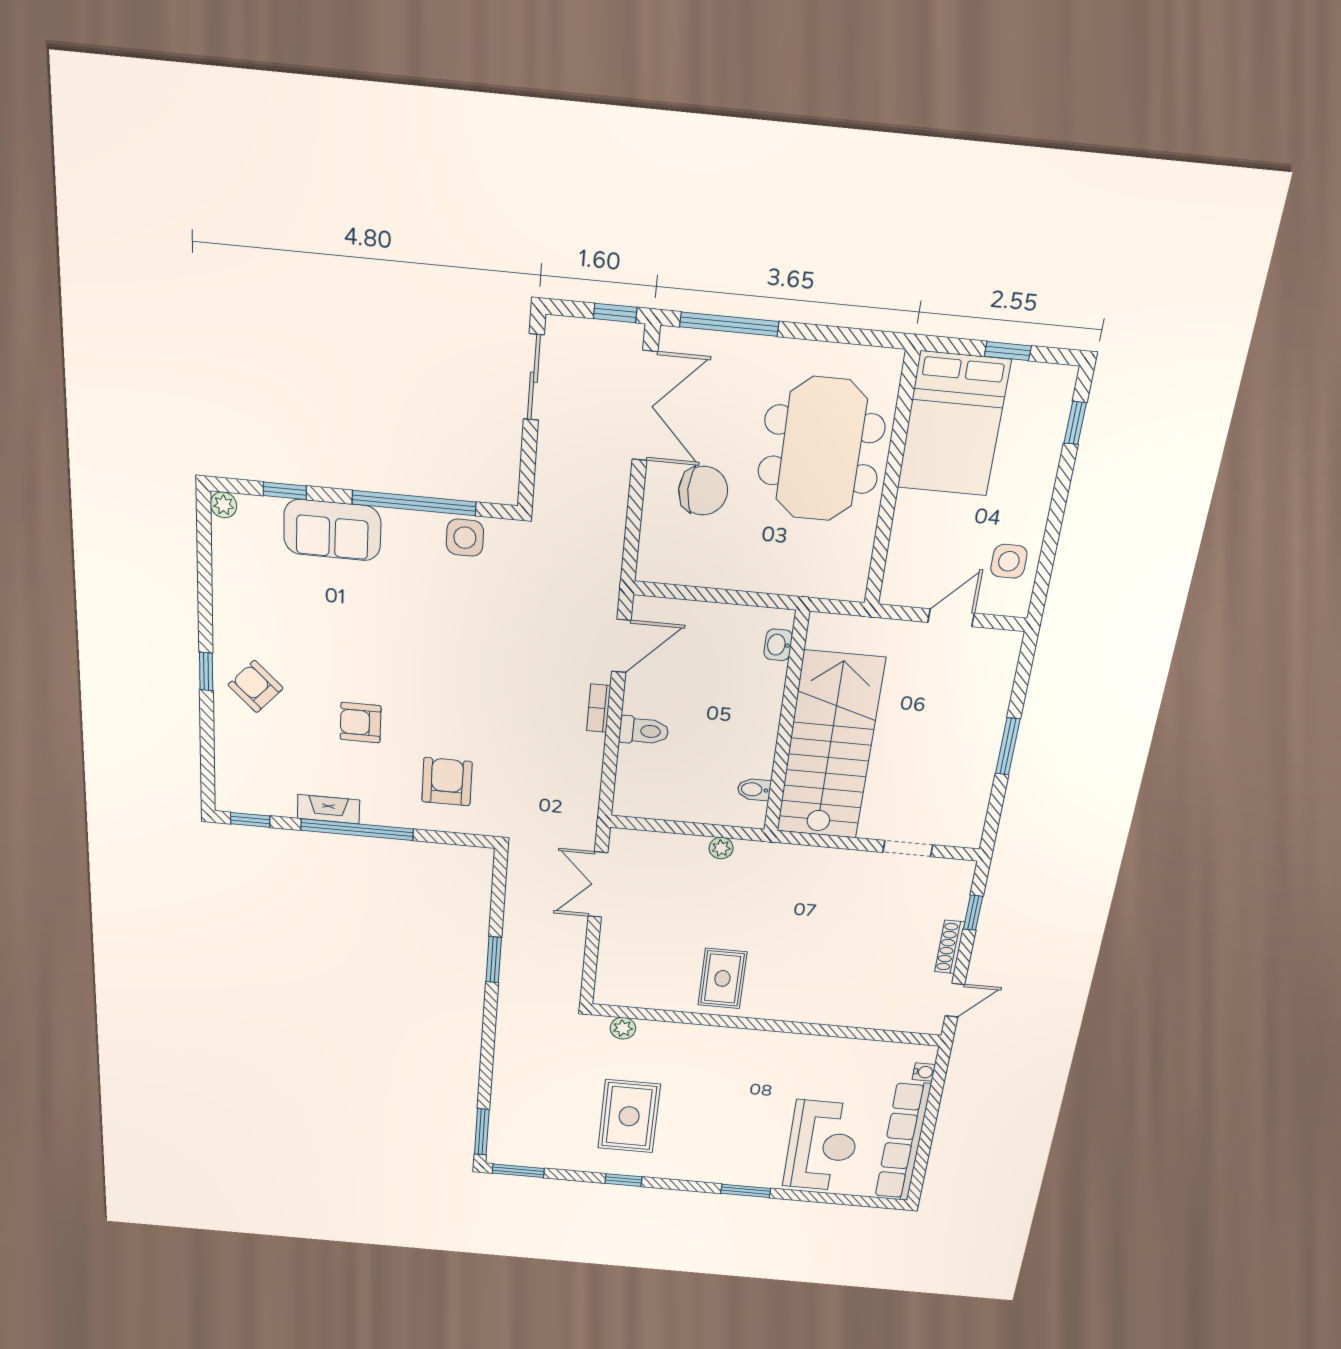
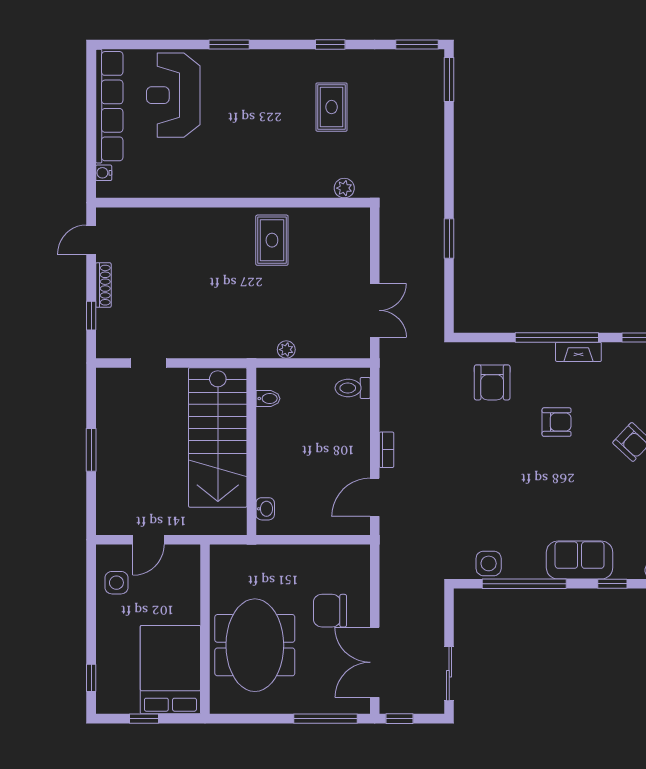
toilet: (644, 731) -> (353, 388), moved
rug: (629, 1116) -> (332, 107), width x0.73, depth x0.70

